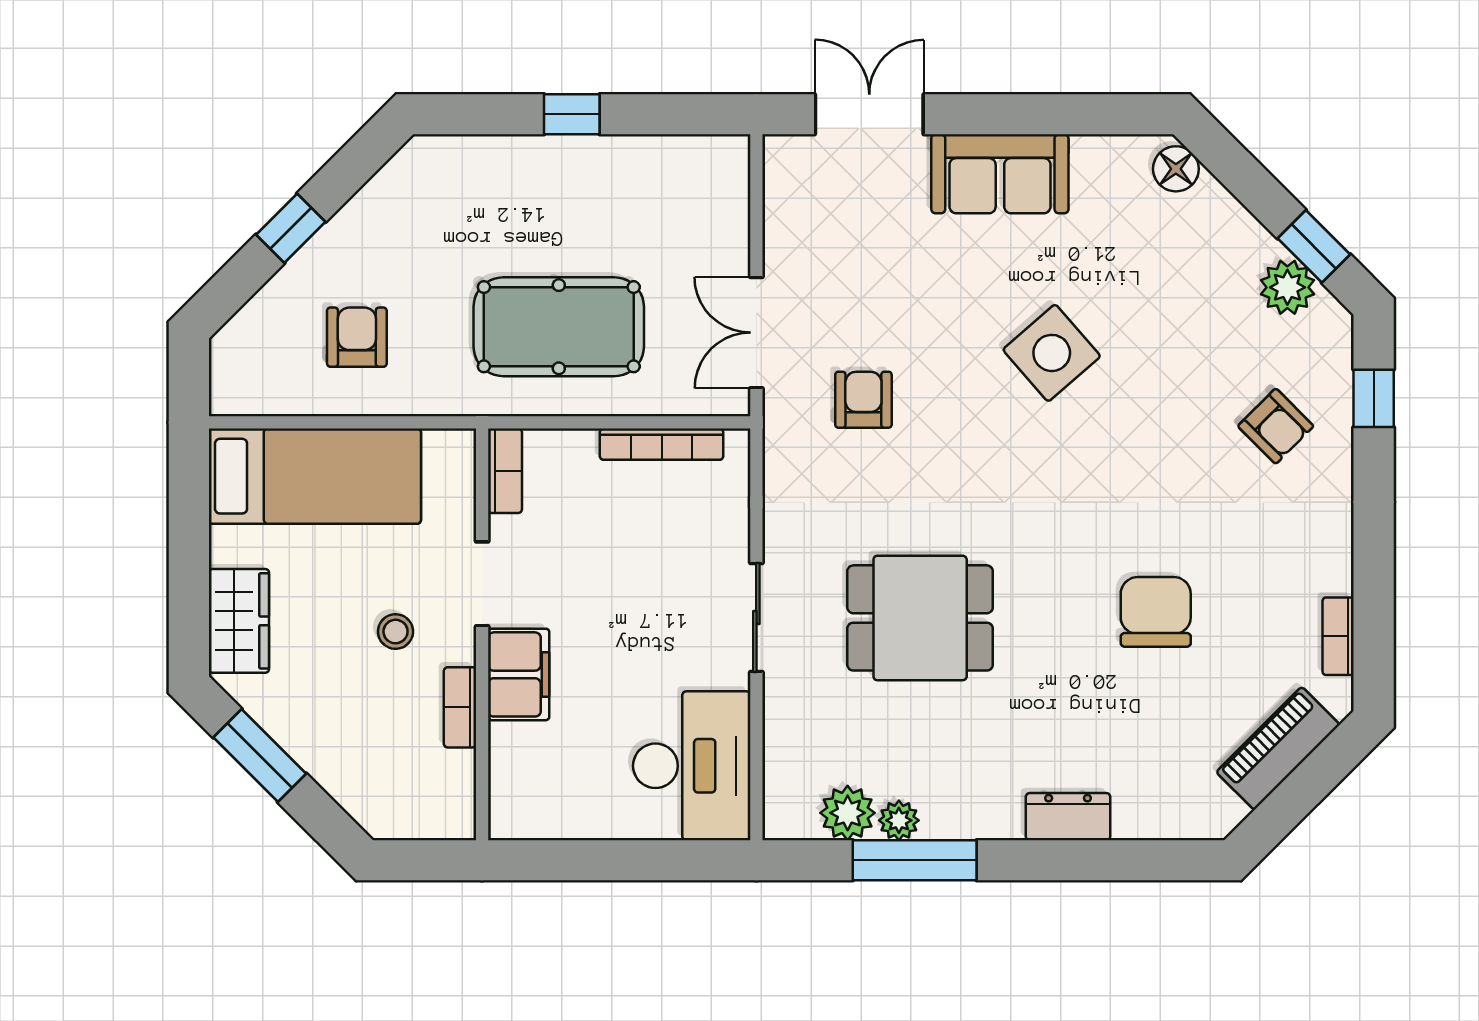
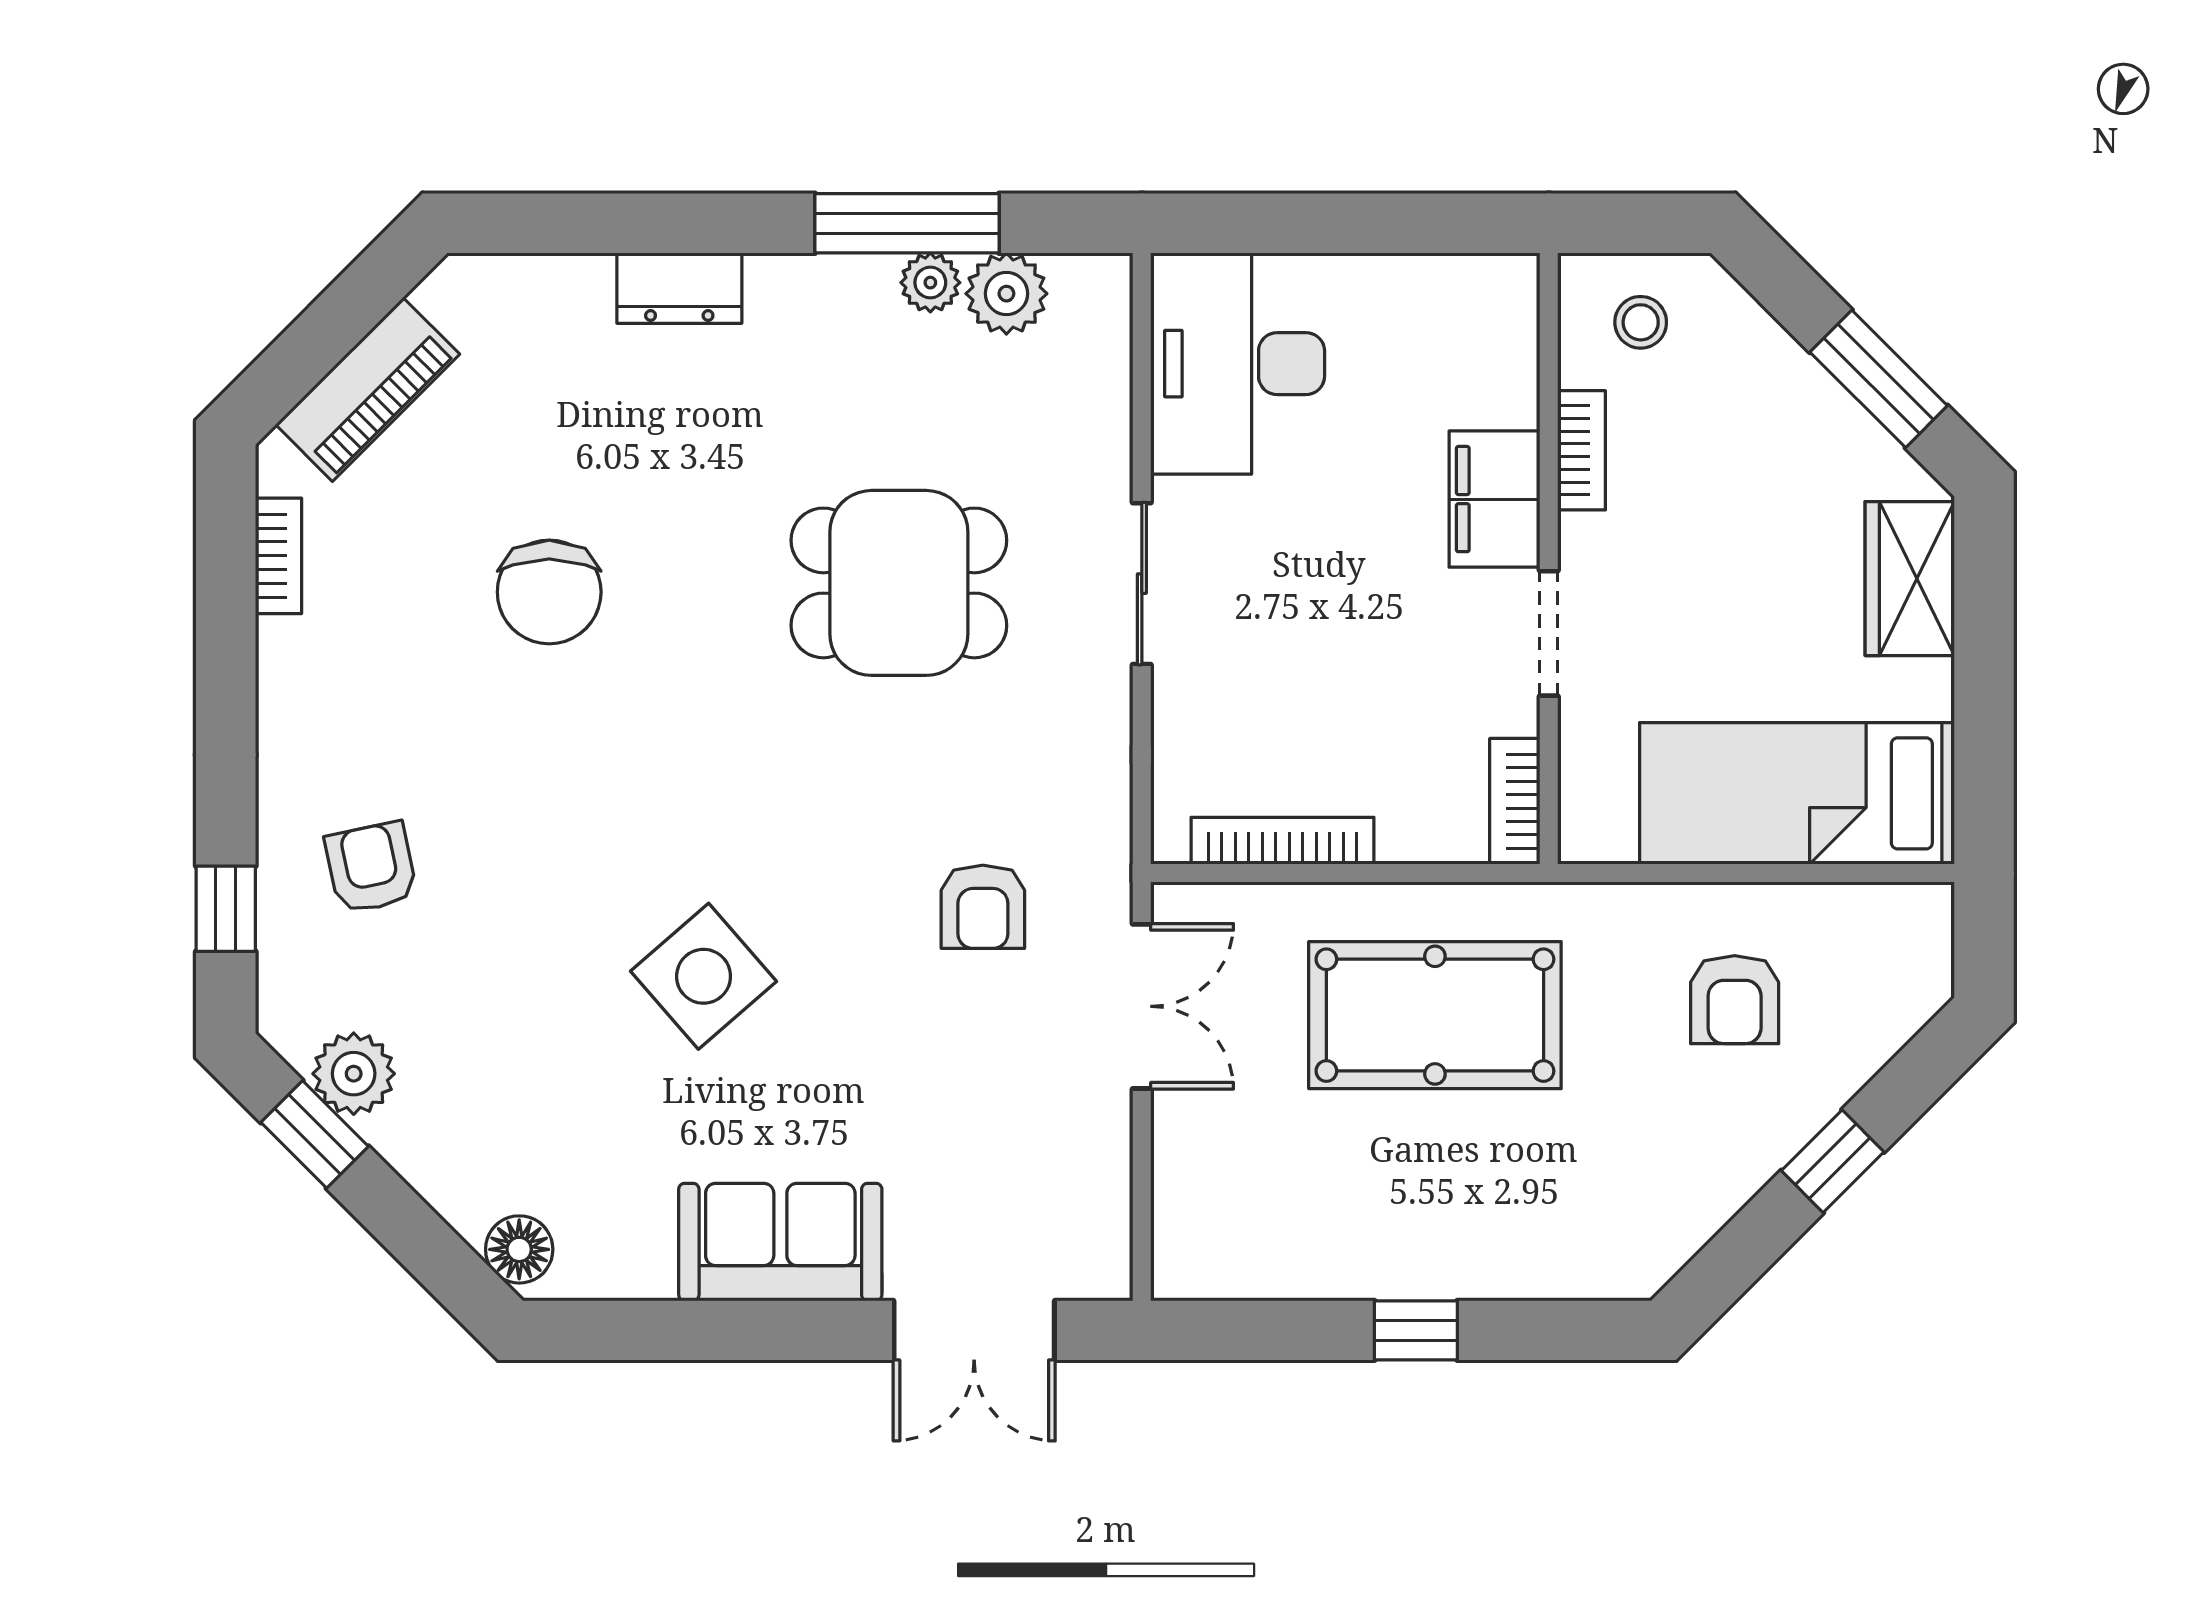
armchair: (1276, 426) -> (371, 868), turned 33
stool: (396, 632) -> (1641, 322), moved

